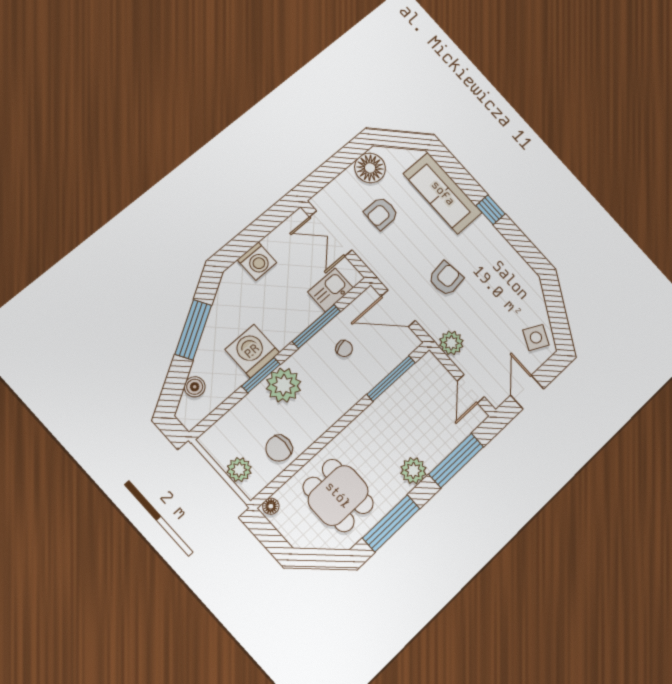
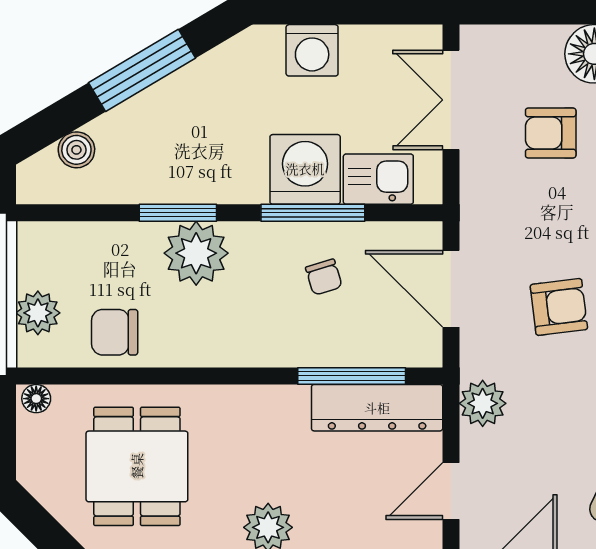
washing machine: (252, 351) -> (305, 169), moved
dresser: (412, 382) -> (377, 408), added

